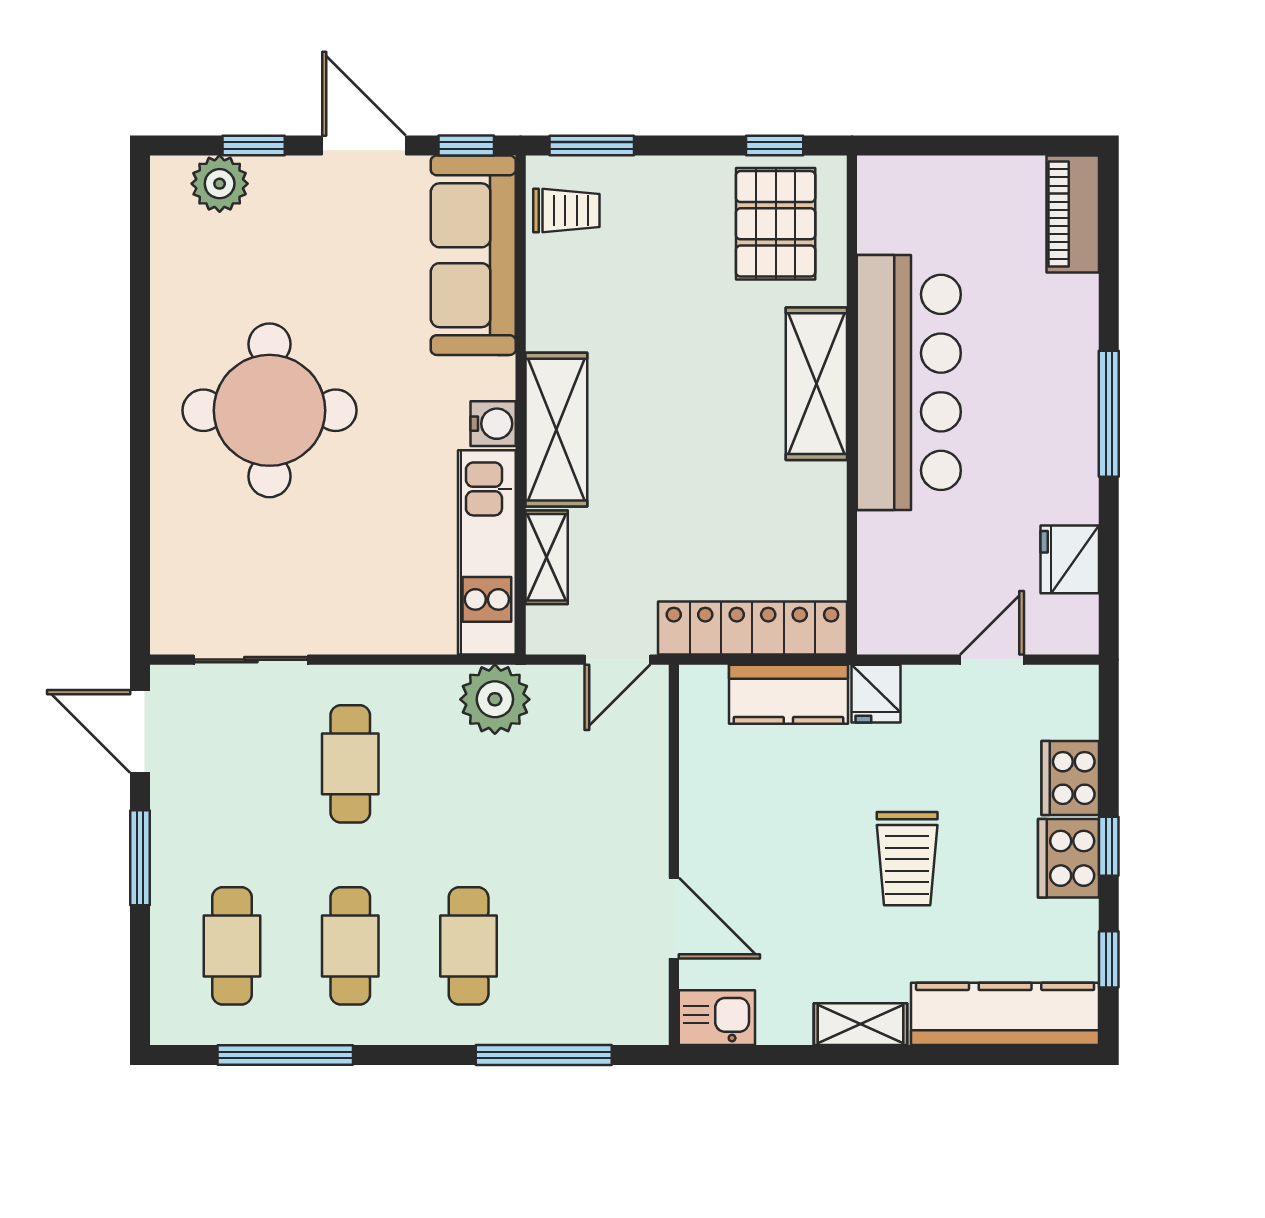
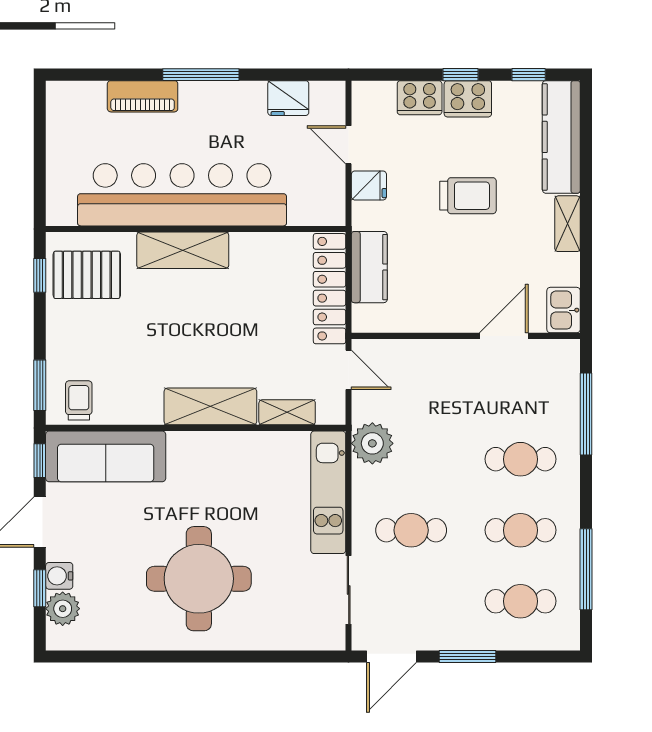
piano: (1073, 214) -> (143, 96), moved
bar counter: (909, 382) -> (182, 195), width x1.36
water cooler: (493, 424) -> (59, 576), moved, turned -90
kitchen unit: (487, 552) -> (328, 492), moved, turned 90
fridge: (876, 694) -> (369, 185), moved

